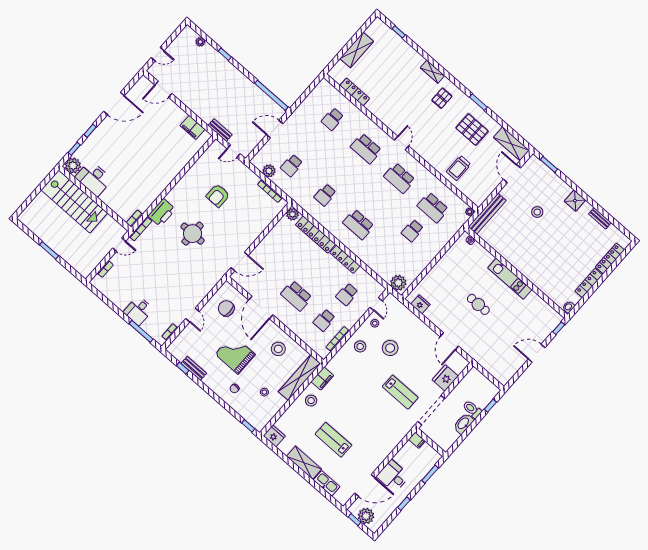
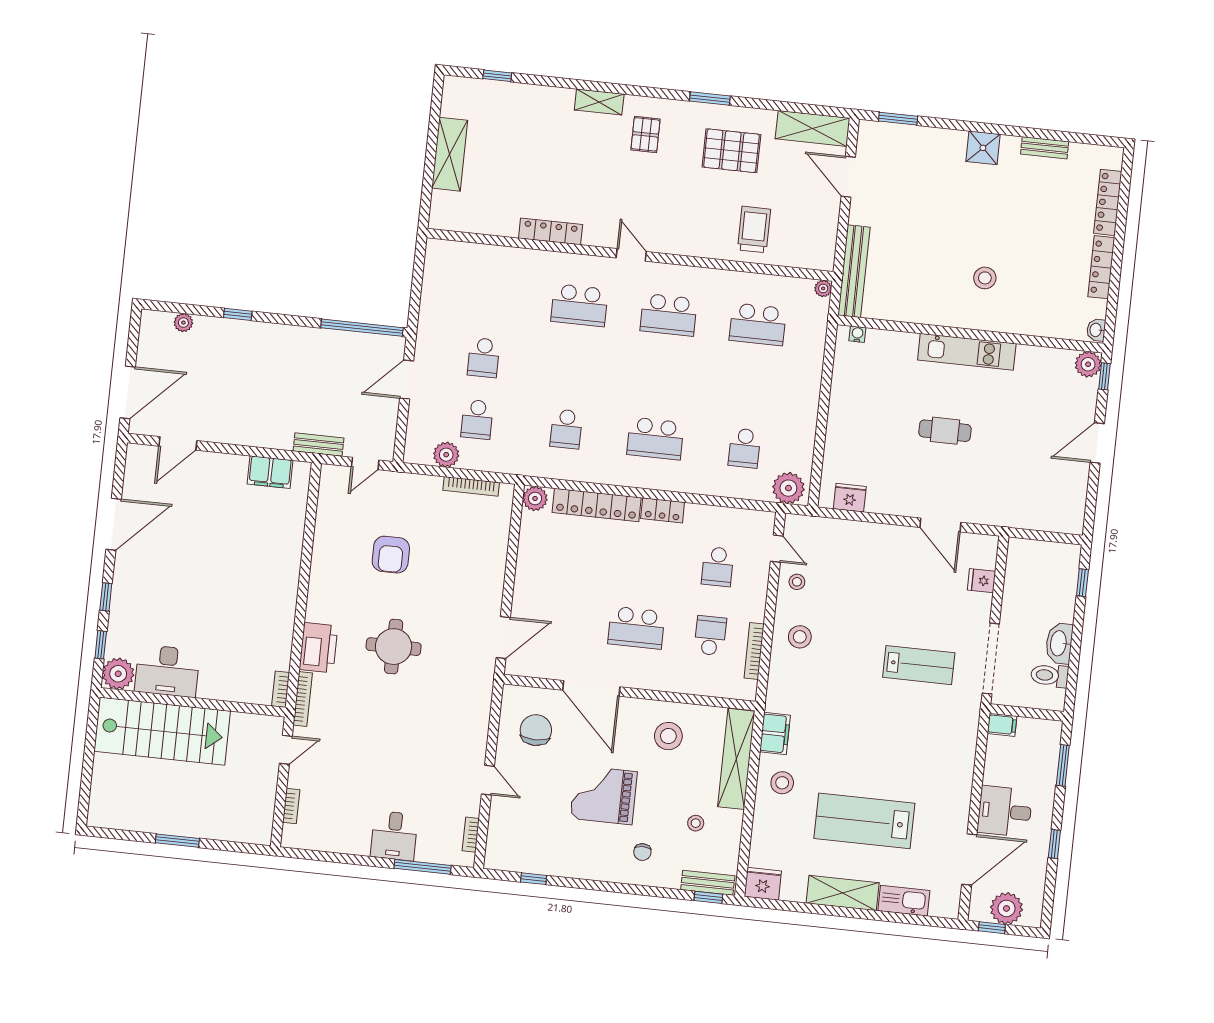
door: (158, 54) -> (128, 392), width x1.88
locker: (355, 92) -> (551, 231), moved
school desk: (333, 119) -> (484, 358), moved
trolley: (459, 168) -> (754, 230), turned 180
stool: (537, 212) -> (985, 278), moved
school desk: (412, 231) -> (744, 448), moved
locker: (345, 259) -> (663, 510), width x0.66
chair: (226, 308) -> (536, 730), turned 90
plant: (555, 319) -> (1088, 364), added
school desk: (324, 320) -> (710, 636), turned 180
stool: (390, 348) -> (851, 605), removed
bench: (194, 368) -> (708, 883), moved
fridge: (445, 378) -> (982, 581), width x0.53, depth x0.75
toilet: (472, 409) -> (1050, 675), moved
lab bench: (333, 440) -> (864, 821), width x1.36, depth x1.39

